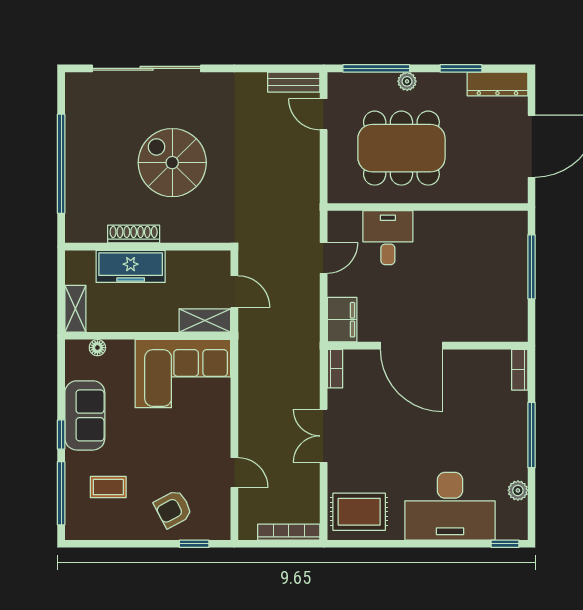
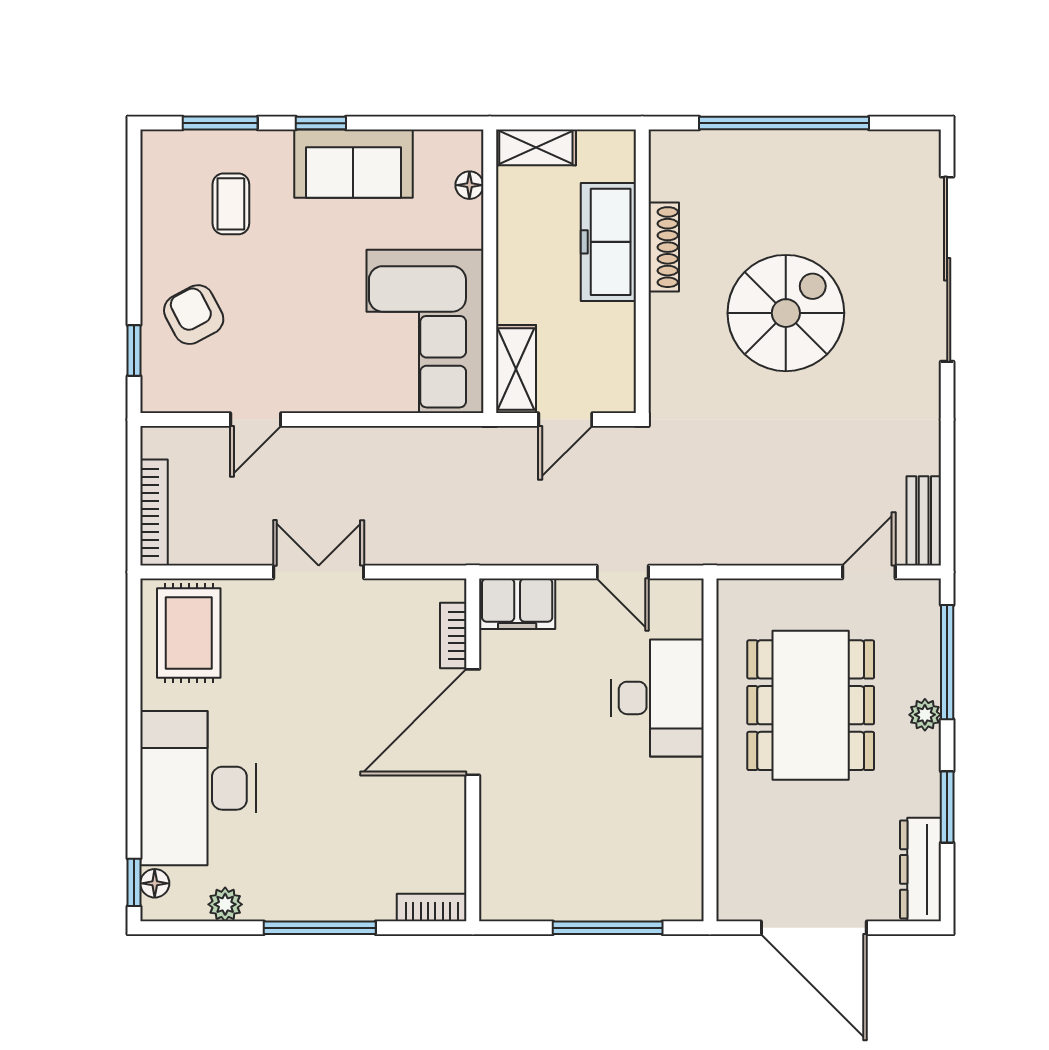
desk: (388, 238) -> (658, 698), width x1.37
bookcase: (335, 369) -> (453, 636), moved, turned 90
window: (61, 493) -> (220, 123), width x0.69
floor lamp: (506, 532) -> (155, 883), added

